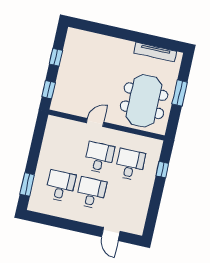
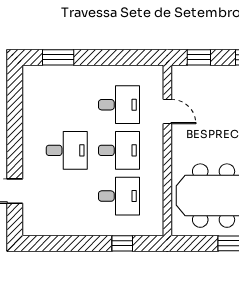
door: (95, 122) -> (167, 112), moved
desk: (60, 186) -> (119, 105), moved

